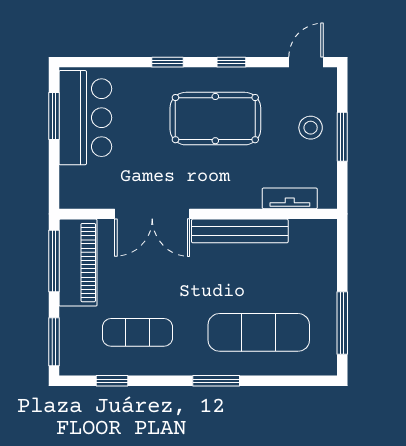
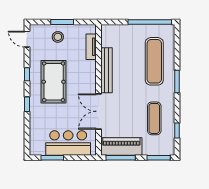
bar counter: (85, 118) -> (68, 143), moved
double door: (152, 214) -> (98, 111), swing flipped
window: (342, 323) -> (150, 22), width x1.46

